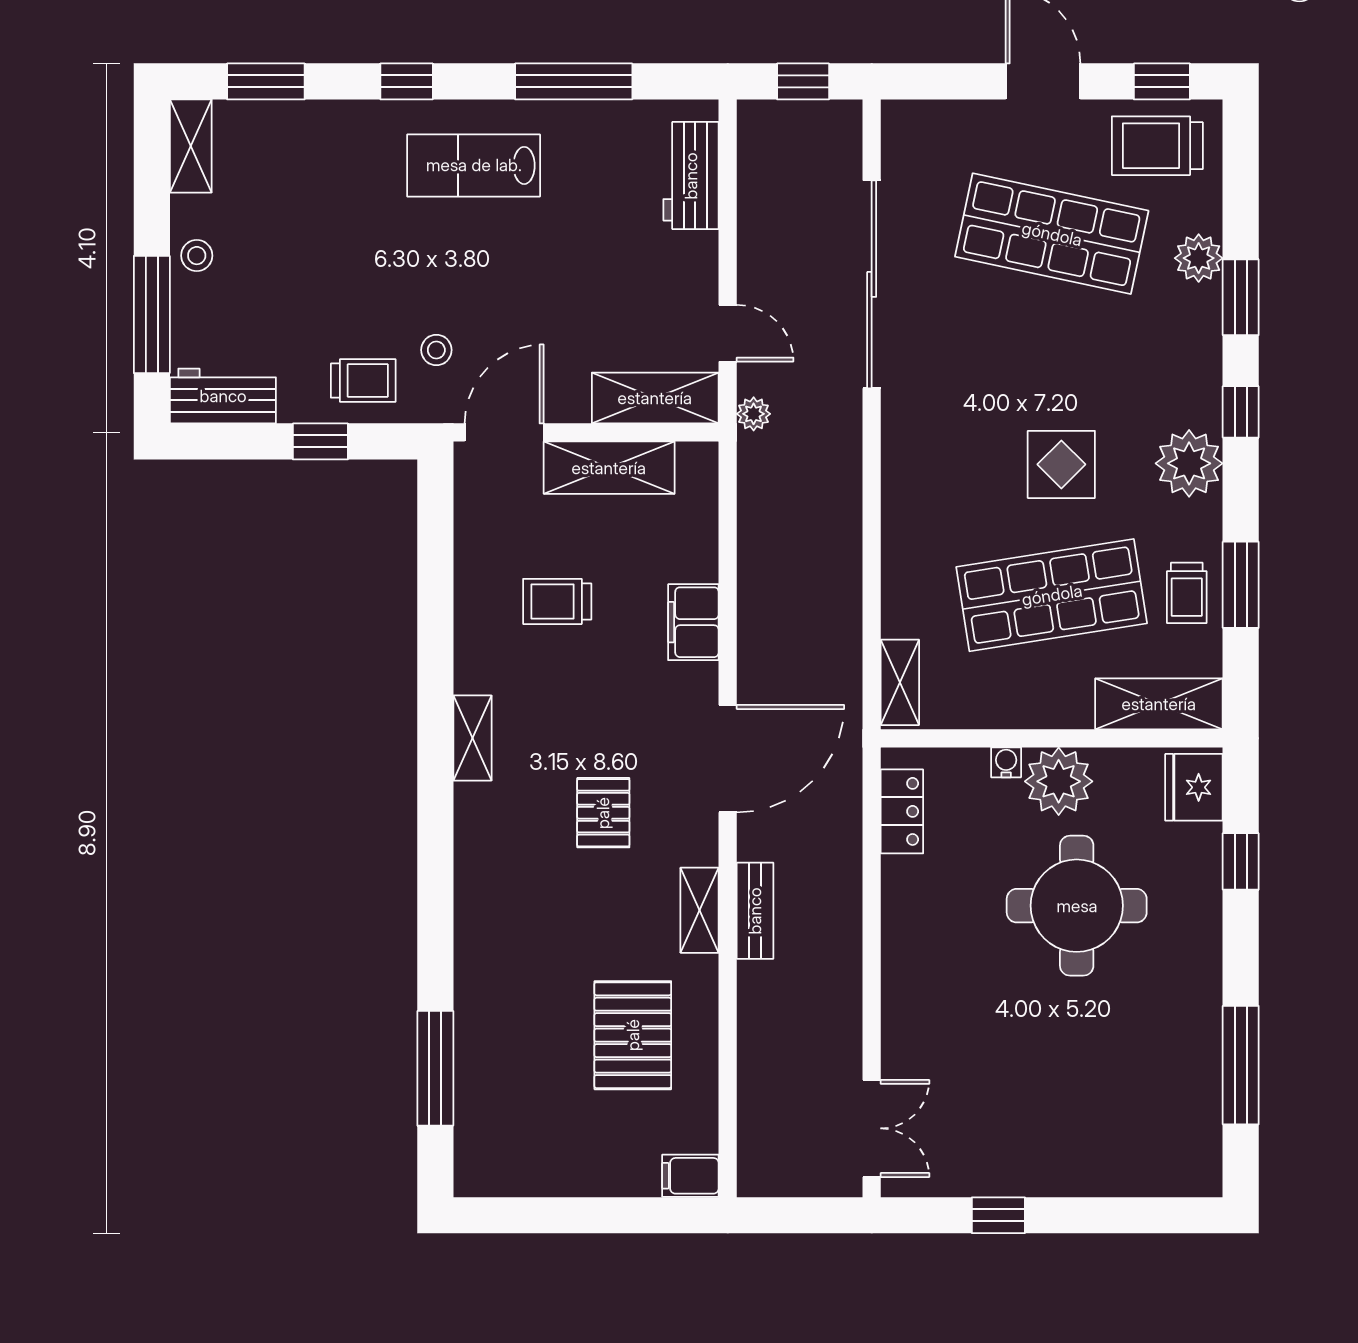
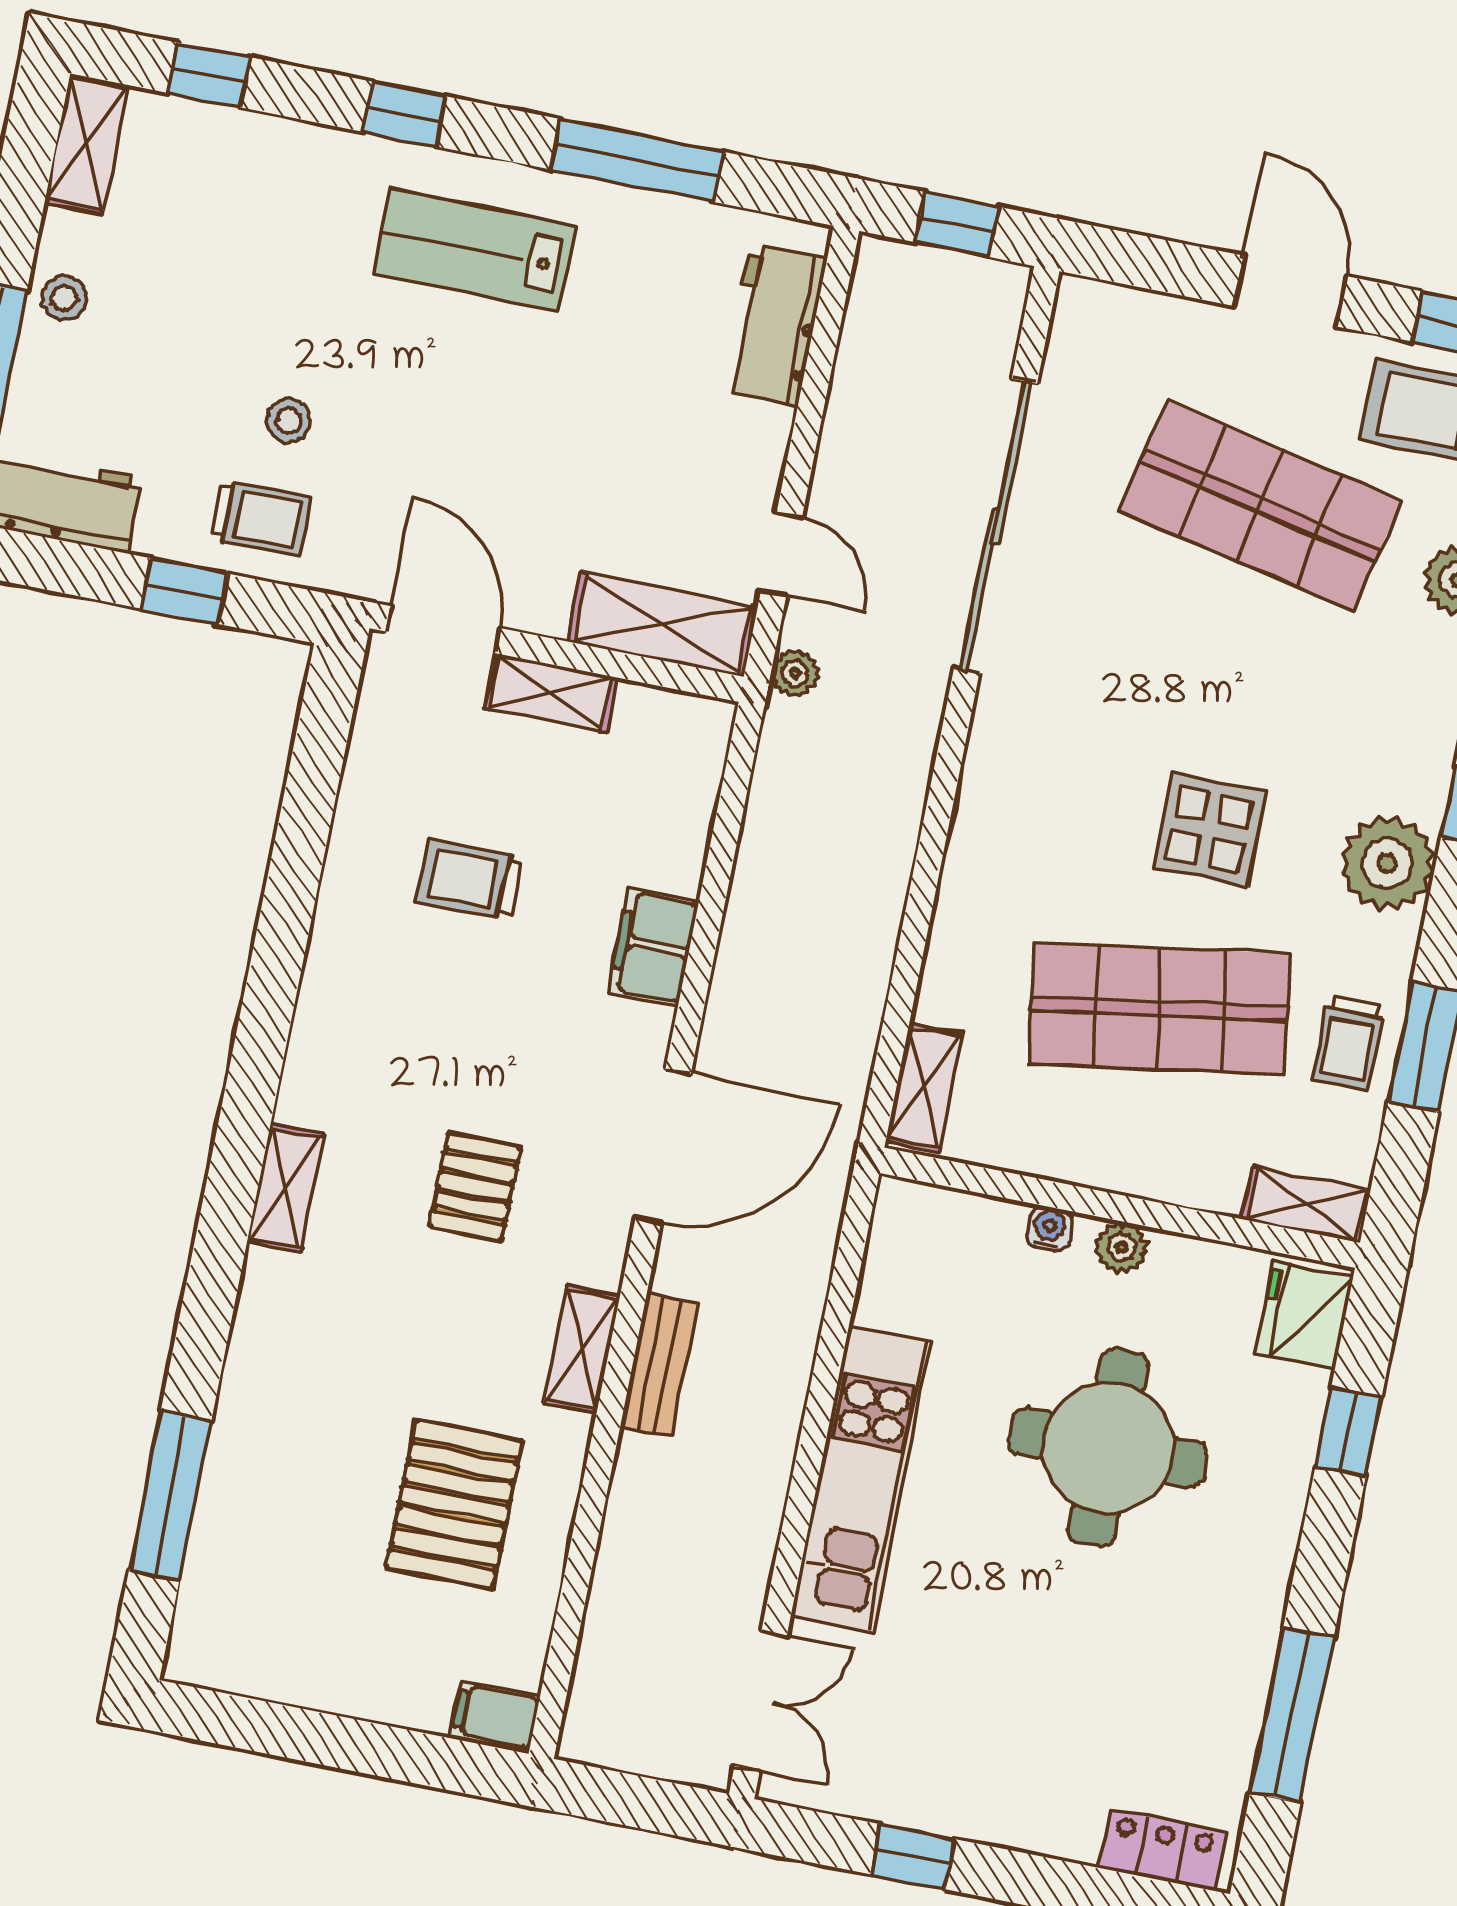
window: (266, 81) -> (209, 75), width x0.67
stool: (436, 350) -> (289, 421), moved
door: (504, 432) -> (443, 630), hinge flipped
shelving: (609, 468) -> (551, 693), width x0.67, depth x0.75
shelving: (1159, 704) -> (1306, 1204), width x0.67, depth x0.75
shelving: (472, 738) -> (285, 1188), moved
plant: (1059, 781) -> (1122, 1247), width x0.53, depth x0.53
locker: (902, 811) -> (1162, 1850), moved, turned -90
kitchen unit: (910, 961) -> (861, 1479), added

